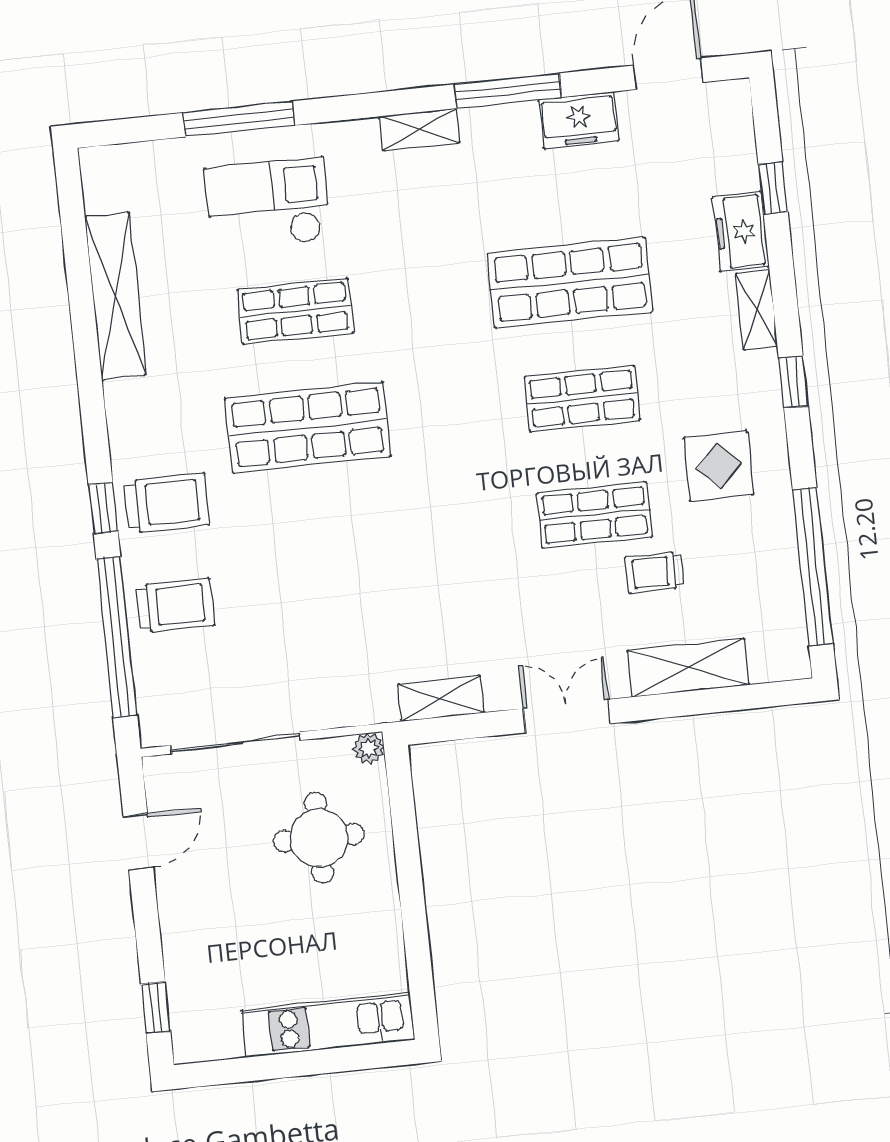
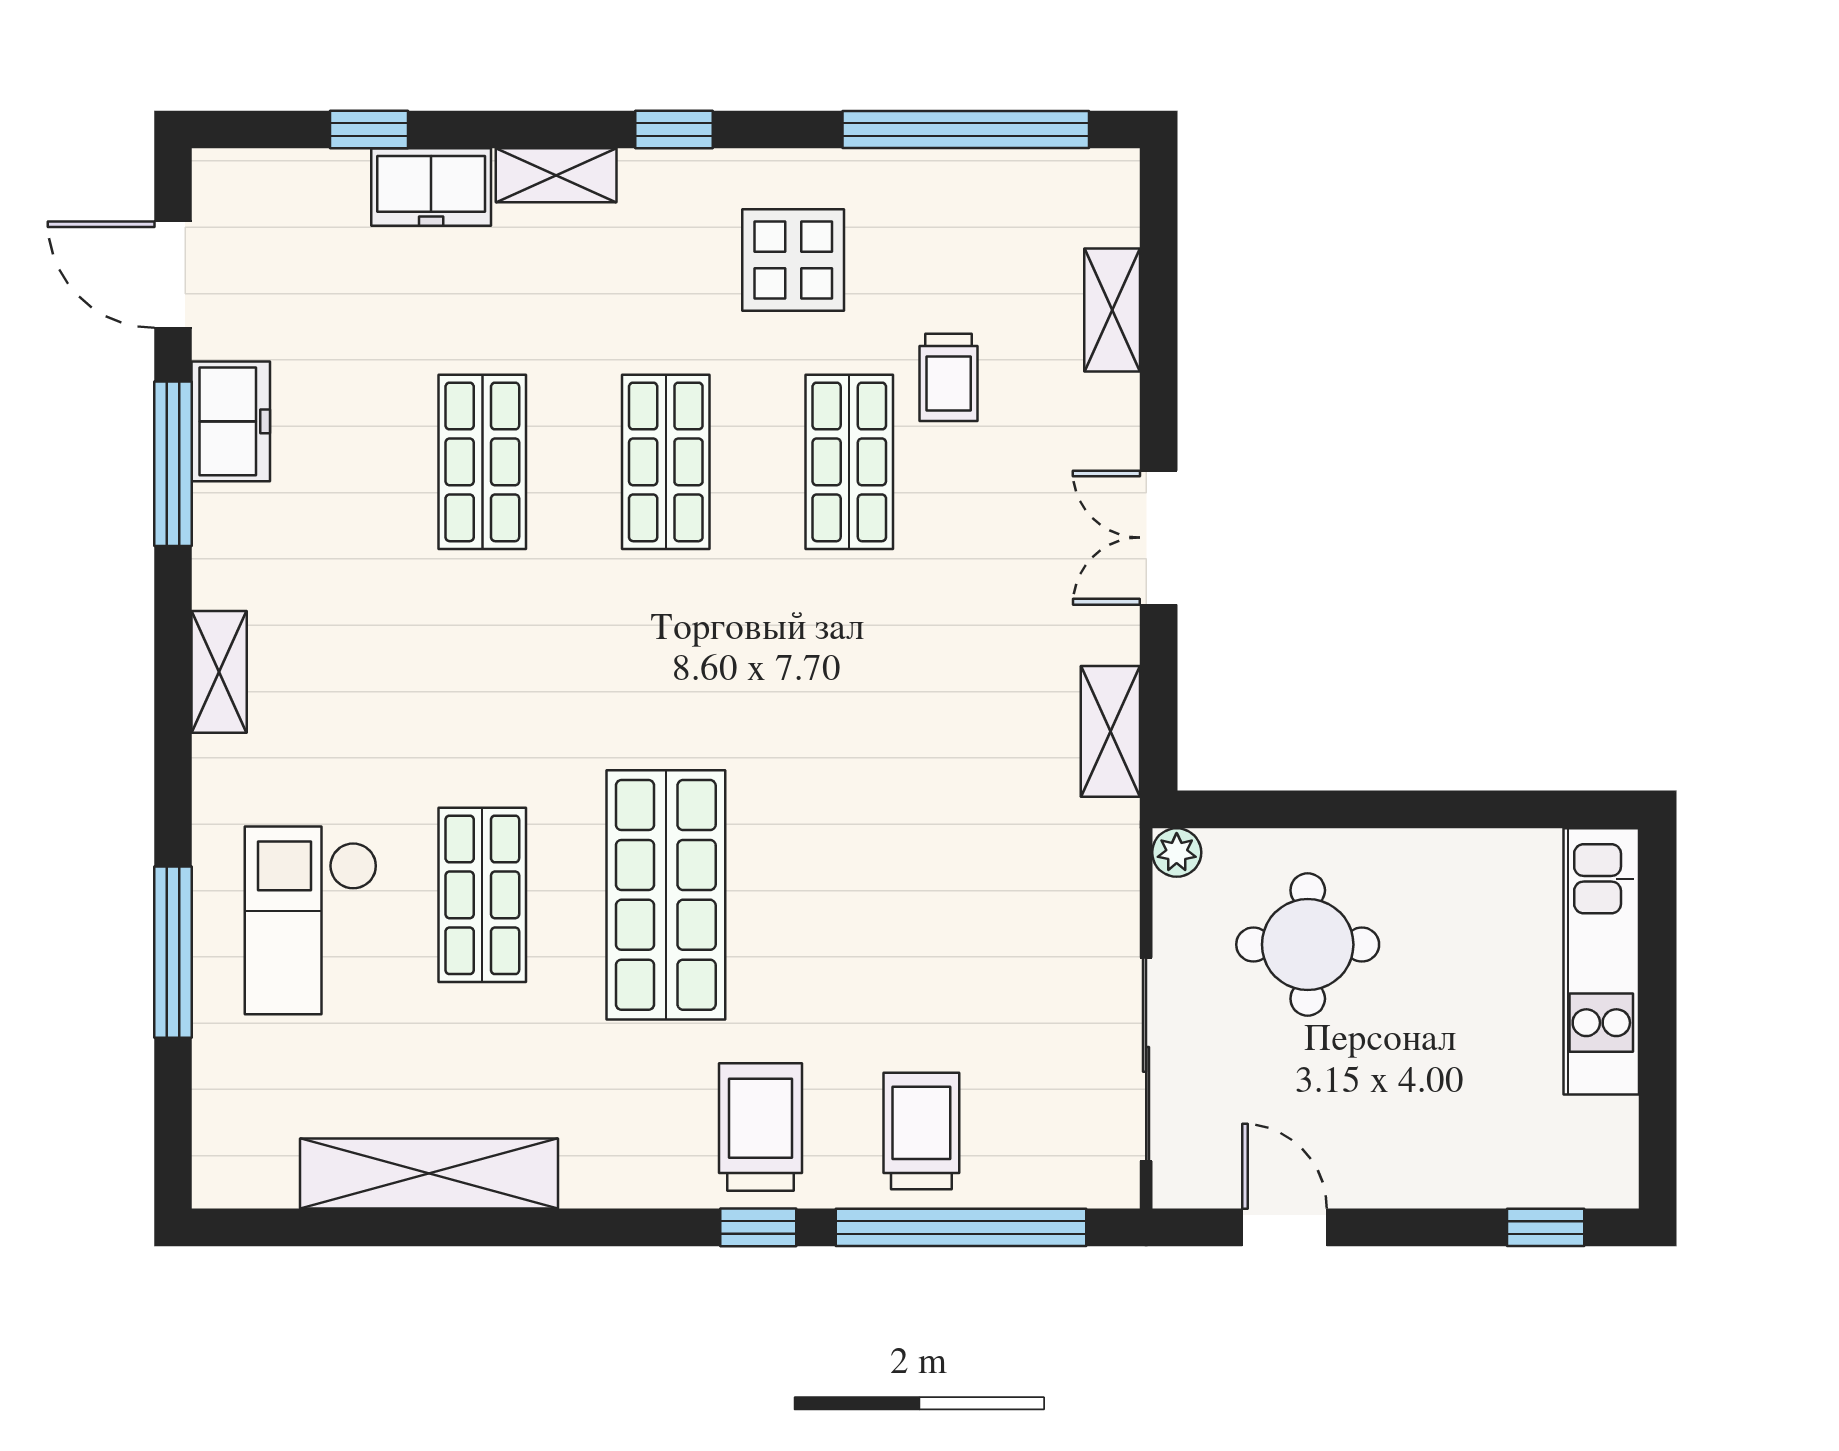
window: (508, 91) -> (173, 464), moved
shop shelf: (570, 282) -> (482, 462), width x0.70, depth x0.74
shelving: (688, 668) -> (1112, 310), width x0.67, depth x0.75

